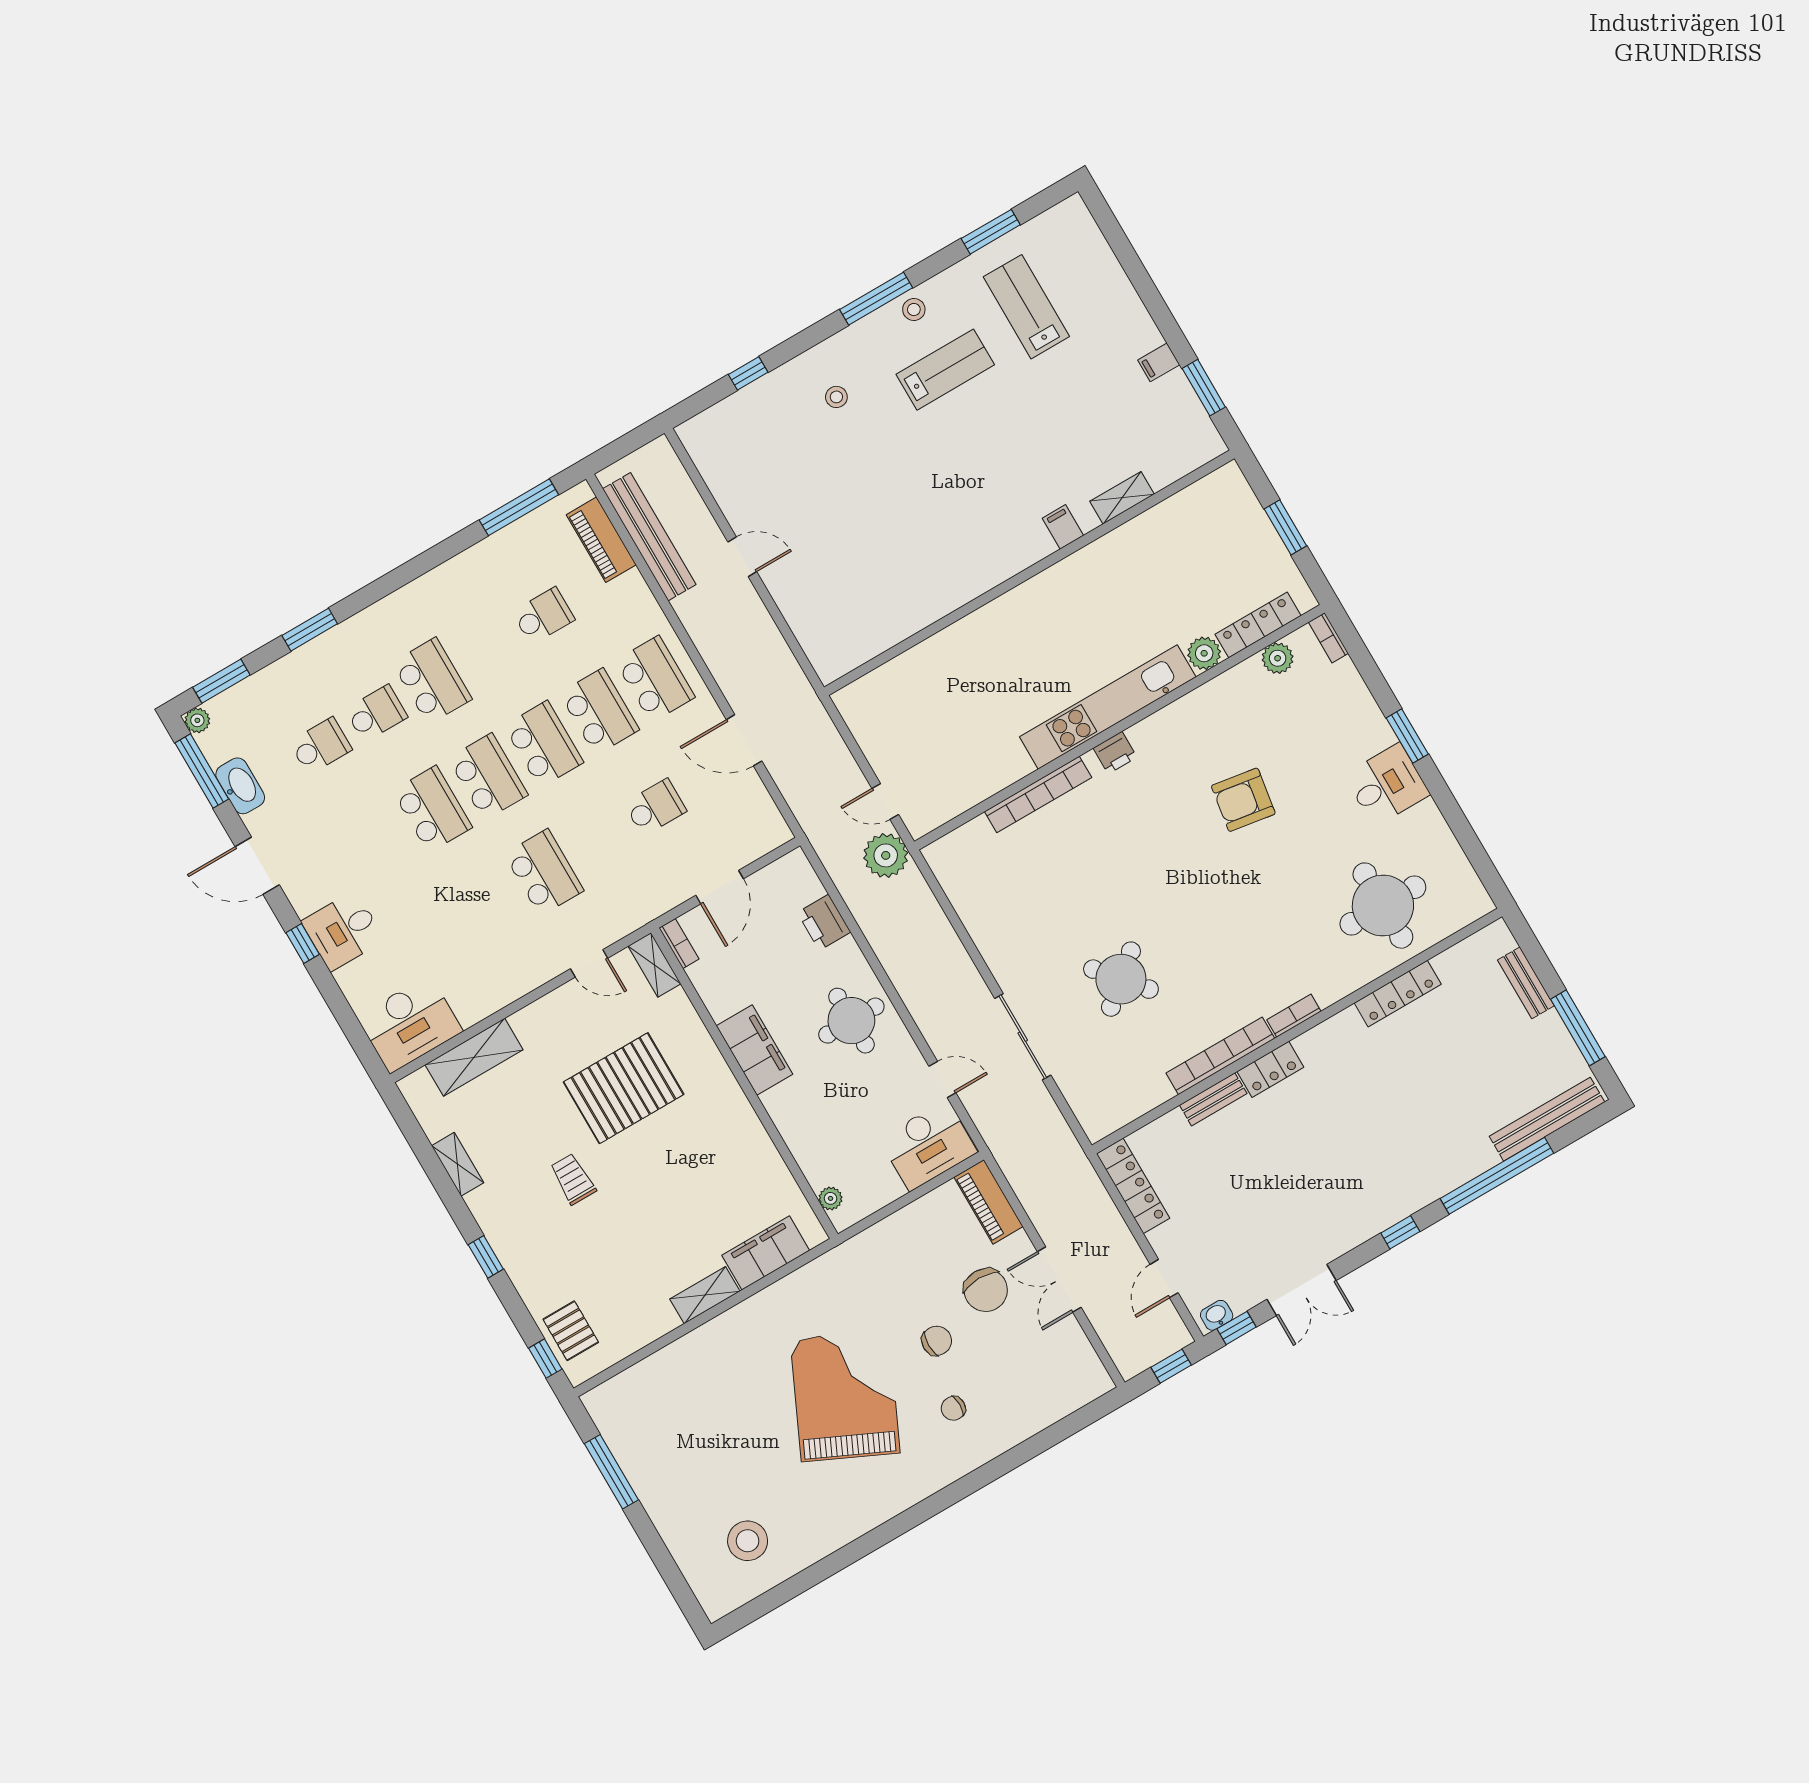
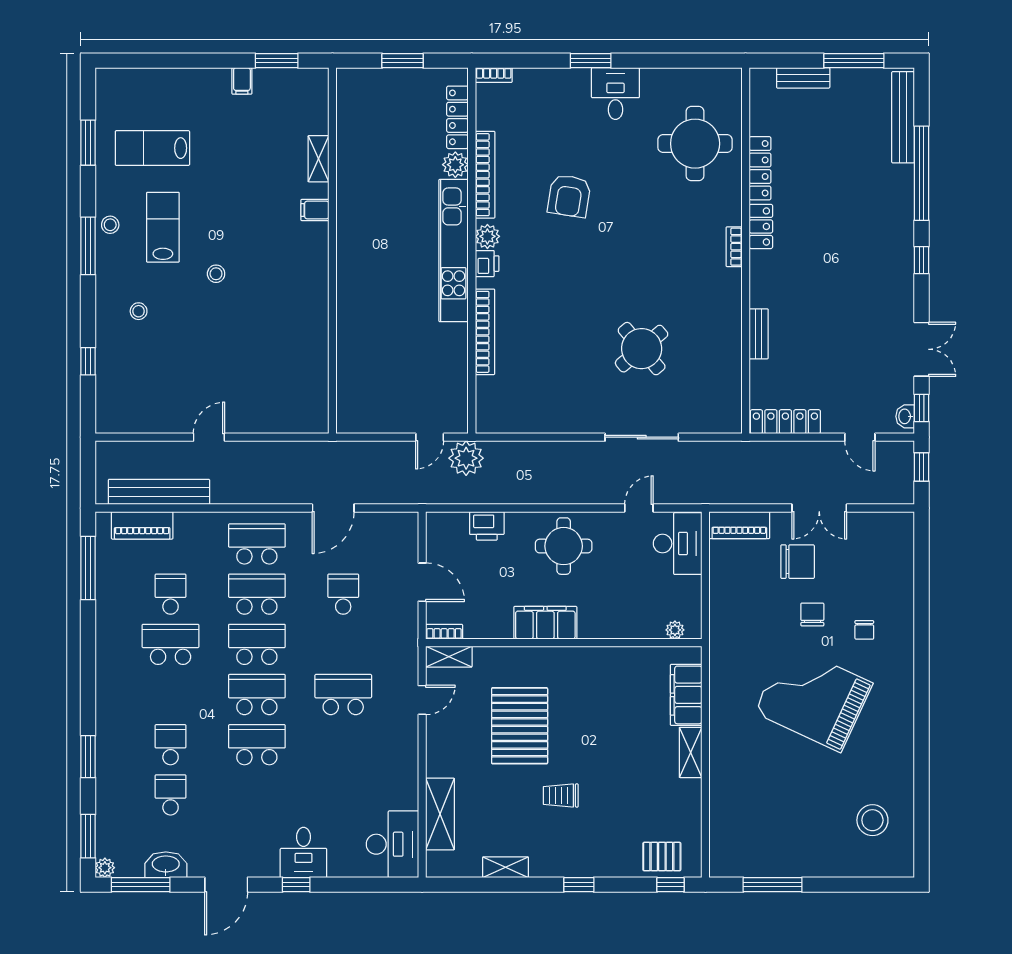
stool: (928, 459) -> (216, 274), added
plant: (1278, 658) -> (487, 236), moved
school desk: (432, 681) -> (171, 644), moved
bookcase: (1220, 1056) -> (485, 175), moved, turned 180
locker: (1270, 1069) -> (761, 226), moved

